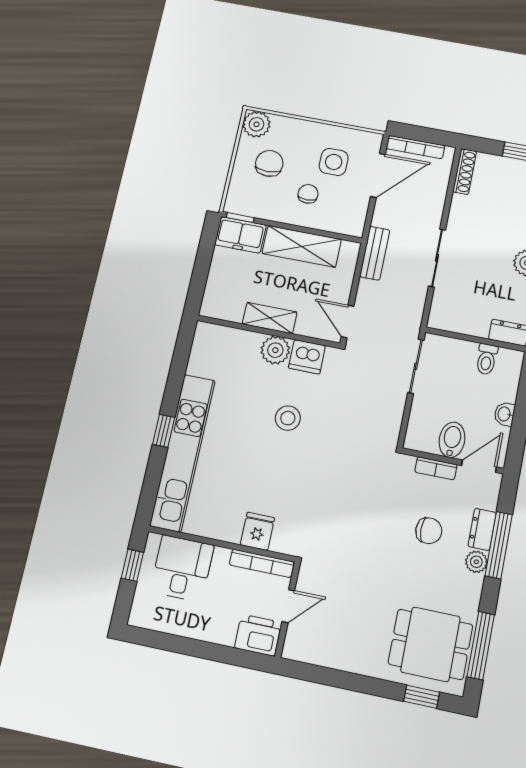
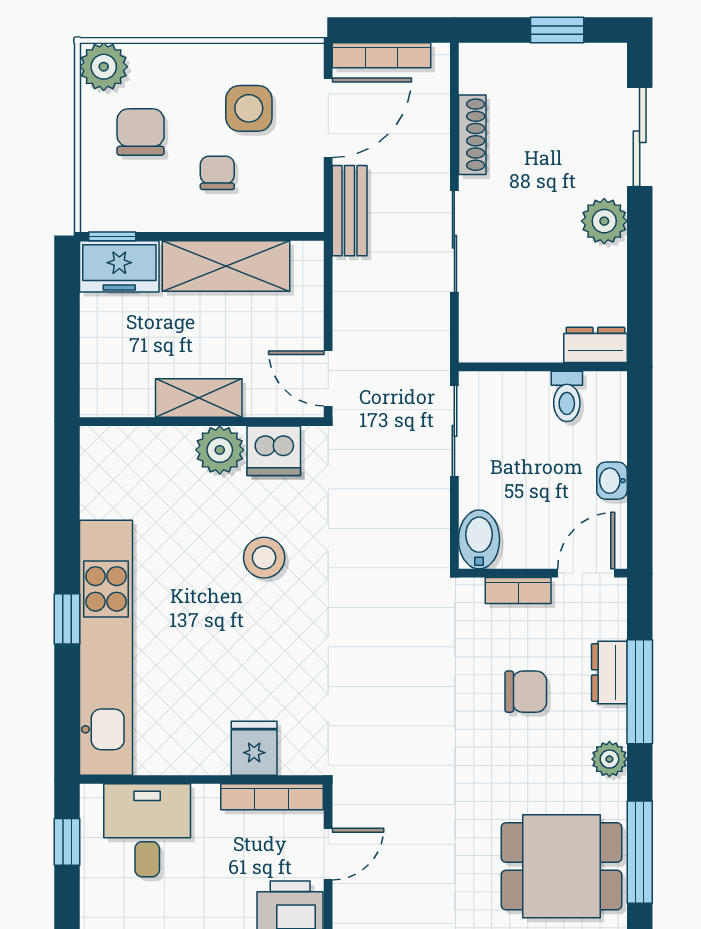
shoe rack: (465, 172) -> (472, 135), moved
bench: (375, 253) -> (350, 211), moved
bidet: (452, 440) -> (479, 539), moved
plant: (476, 562) -> (609, 759), moved

